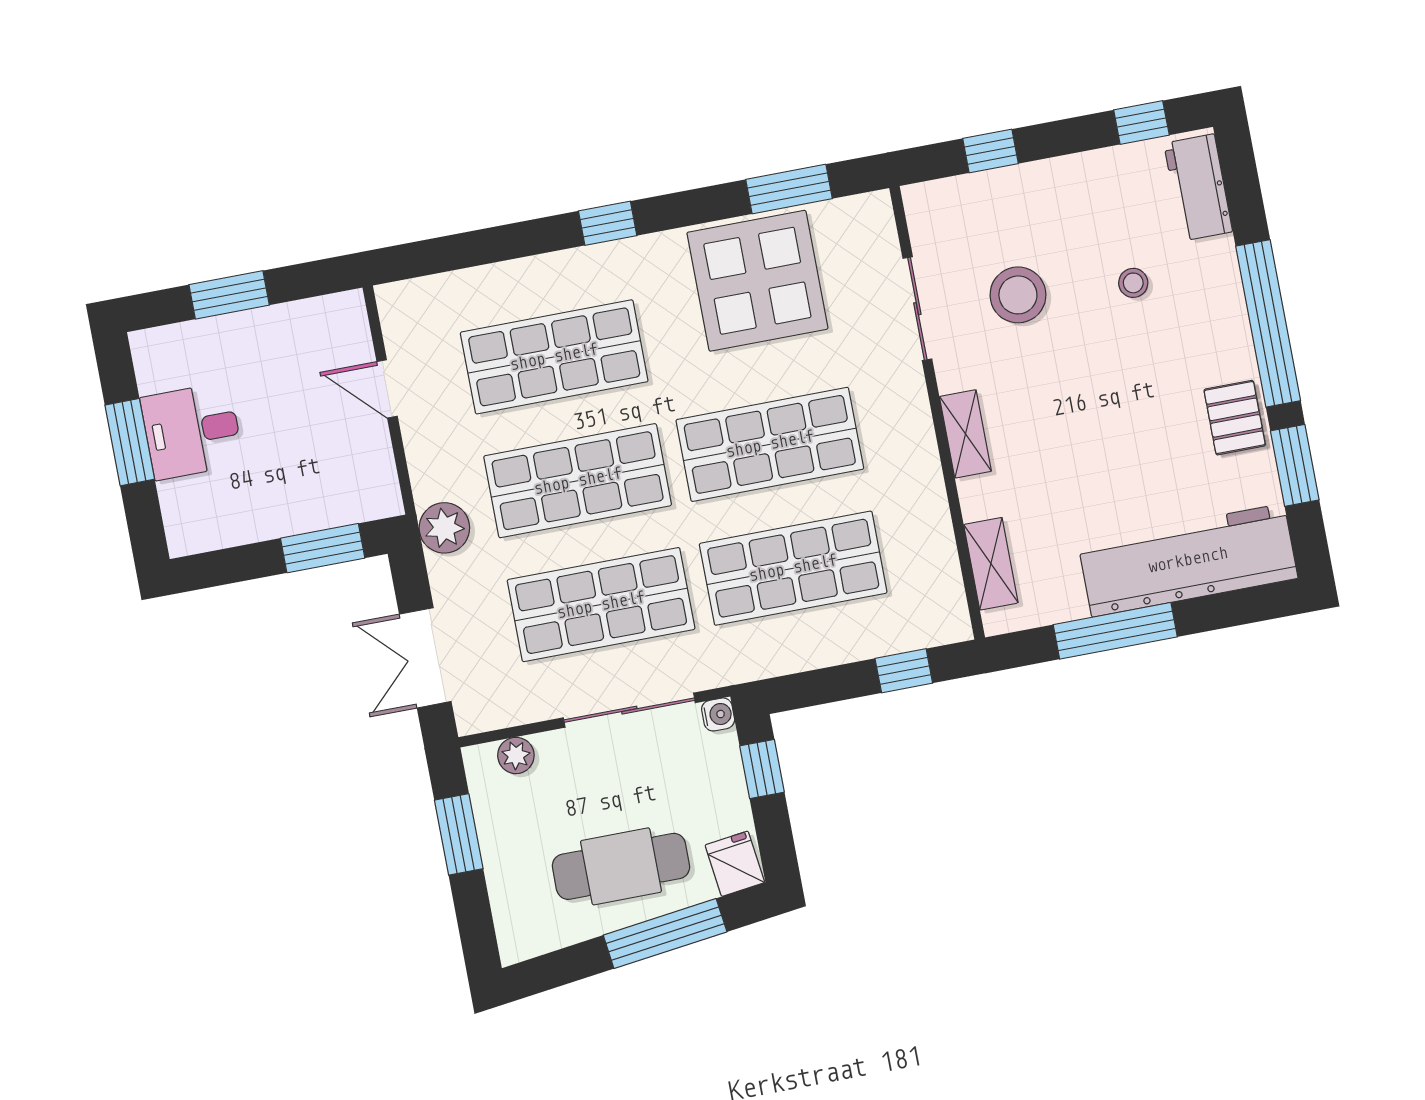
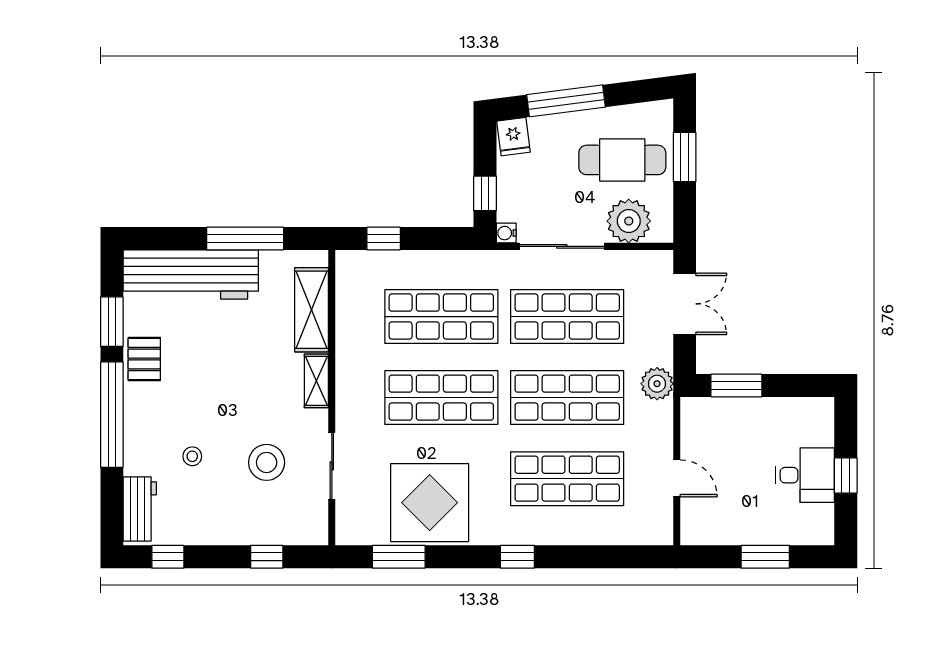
window: (130, 442) -> (846, 475), width x0.67
shelving: (991, 564) -> (312, 310), width x1.50, depth x1.33
plant: (516, 755) -> (629, 221), width x1.87, depth x1.87
window: (459, 834) -> (685, 157), moved
cafe table: (621, 866) -> (622, 160), moved

